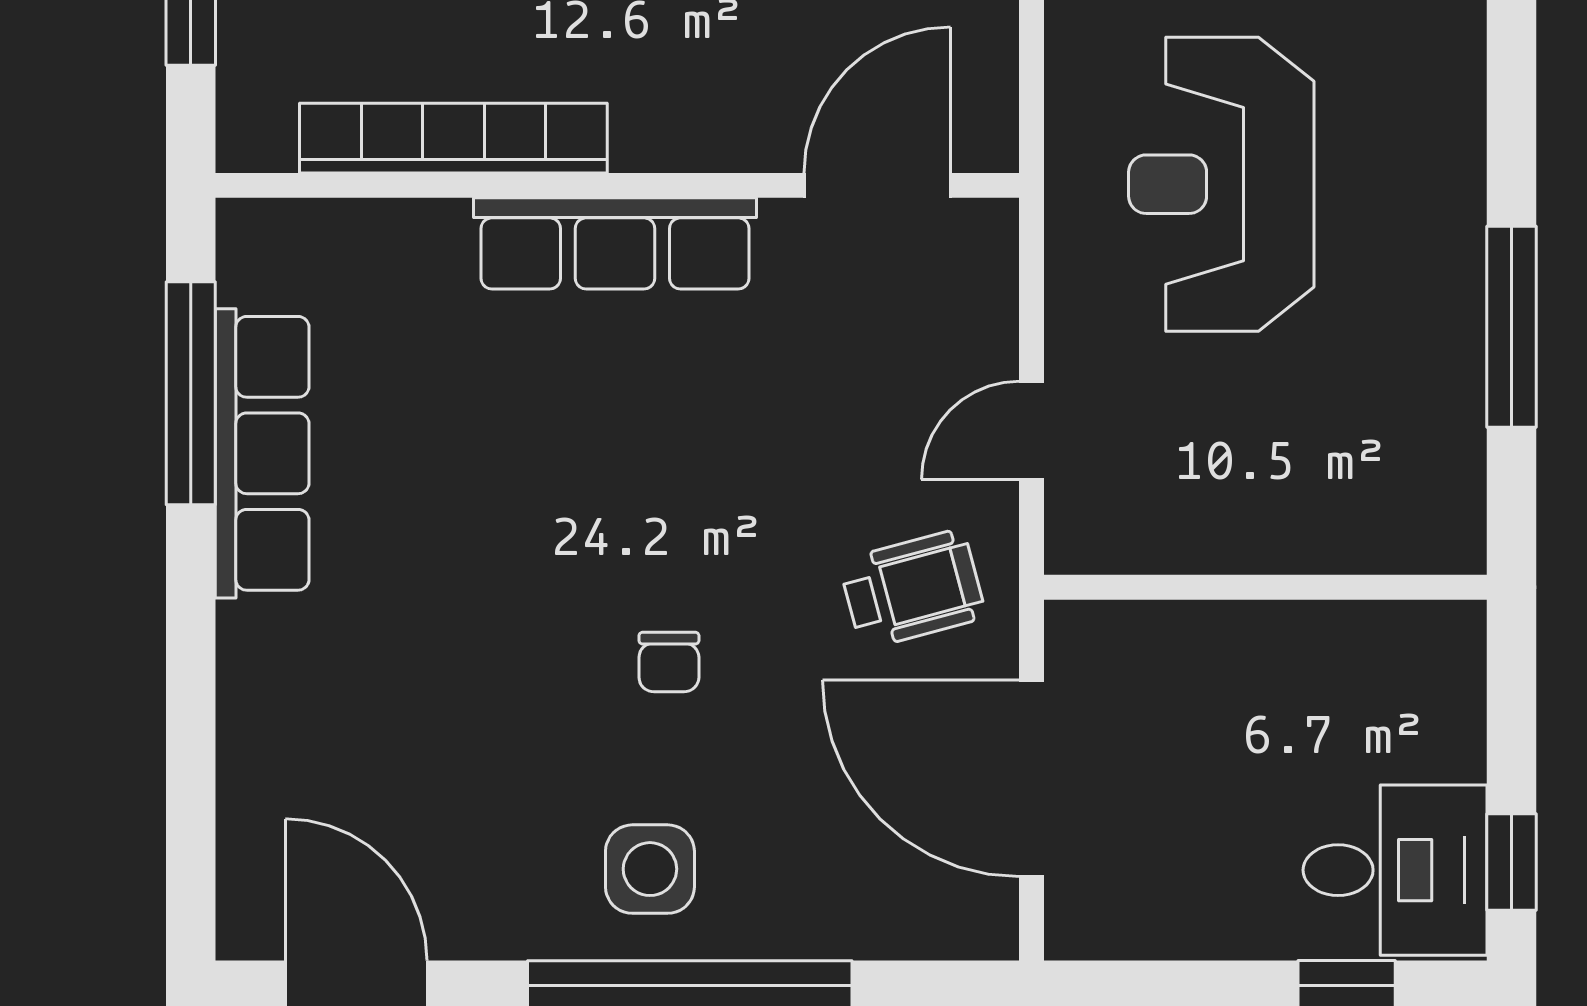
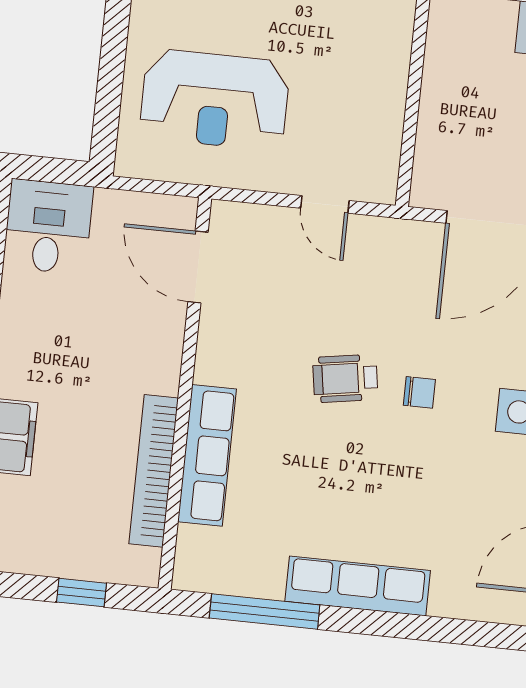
row of seats: (615, 243) -> (207, 455), moved
row of seats: (262, 453) -> (358, 586), moved
wheelchair: (912, 589) -> (345, 379), moved, turned -84

